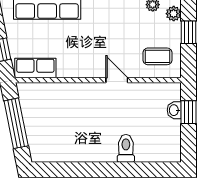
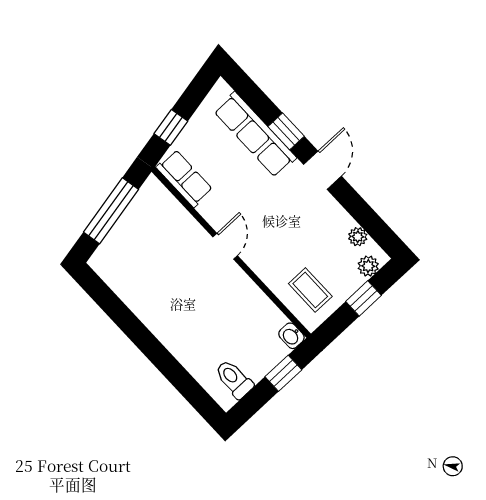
door: (117, 80) -> (225, 246), moved
washbasin: (174, 110) -> (291, 336), moved, turned -90
toilet: (126, 148) -> (234, 379), moved, turned -90

